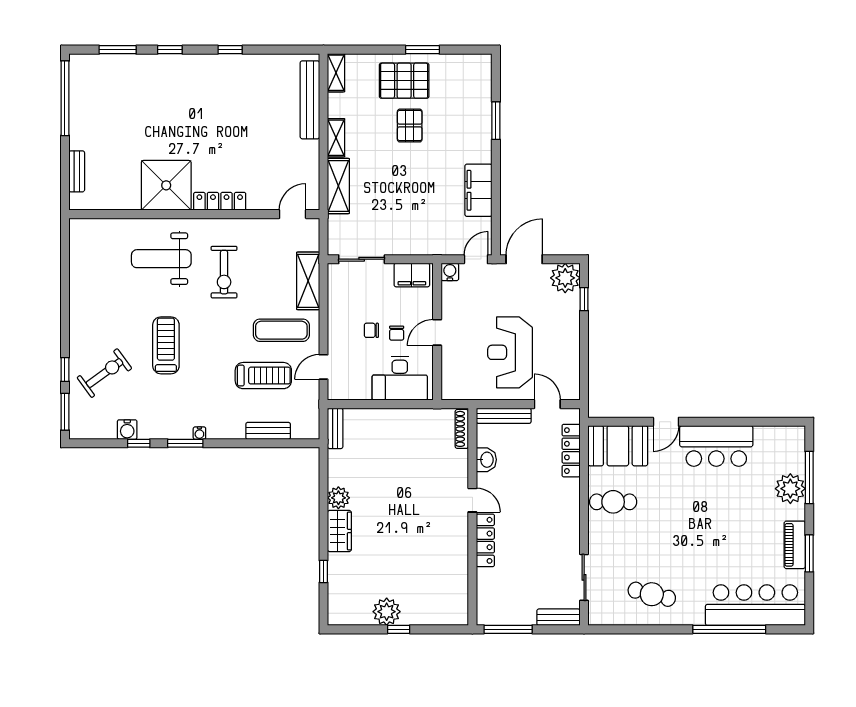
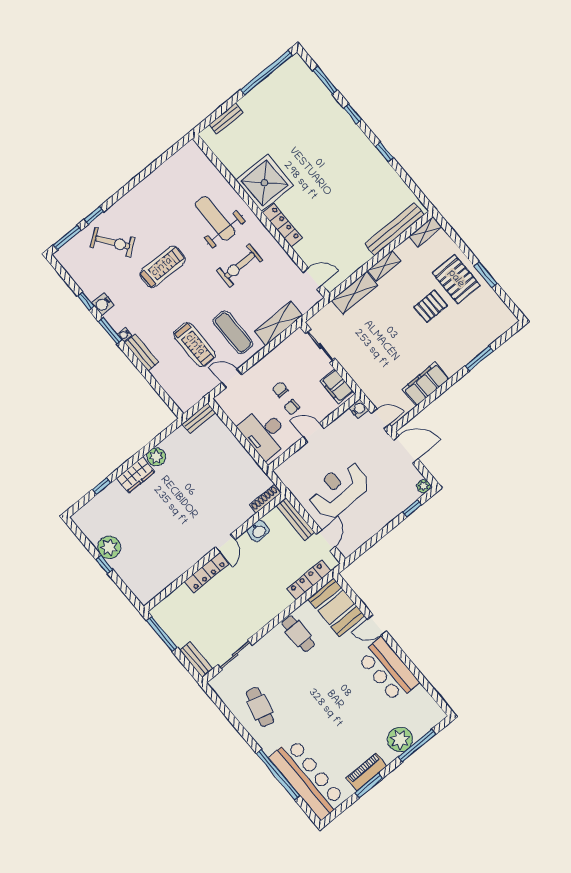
plant: (565, 278) -> (424, 486), width x0.53, depth x0.53
water cooler: (127, 430) -> (103, 304), moved
bench: (268, 431) -> (142, 352), moved

